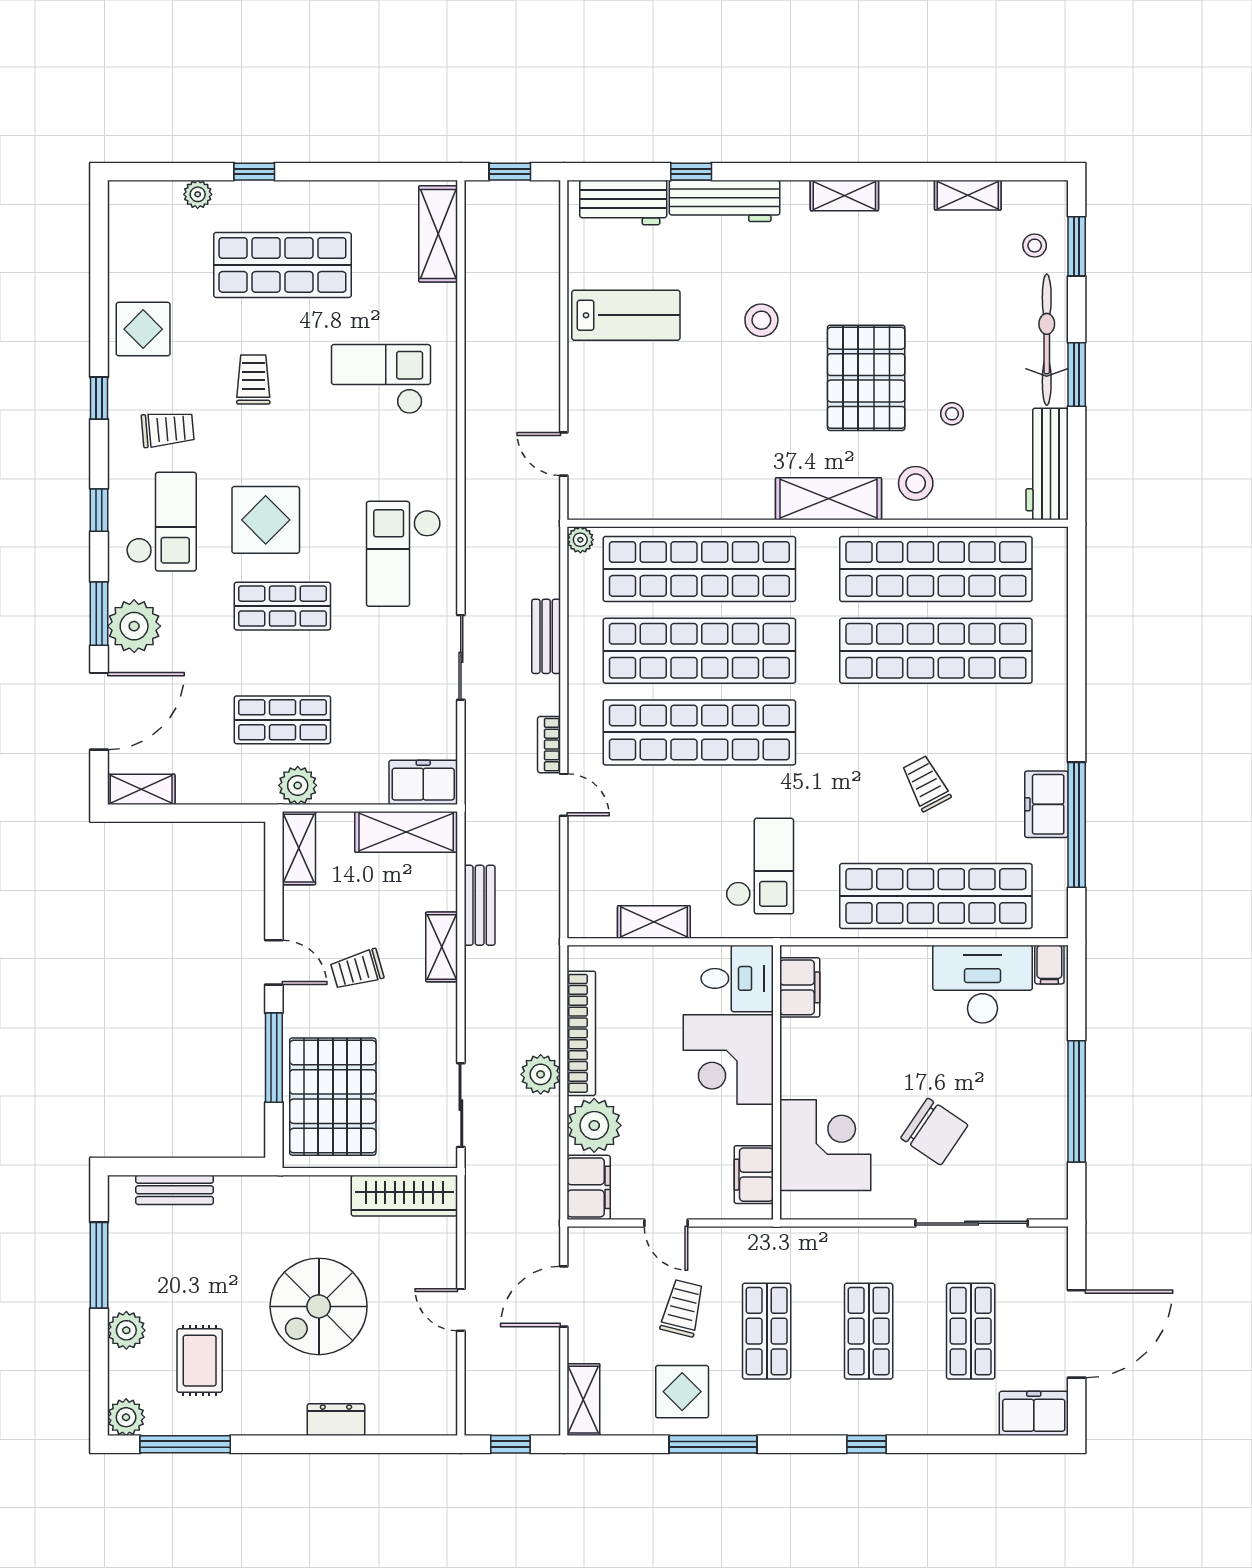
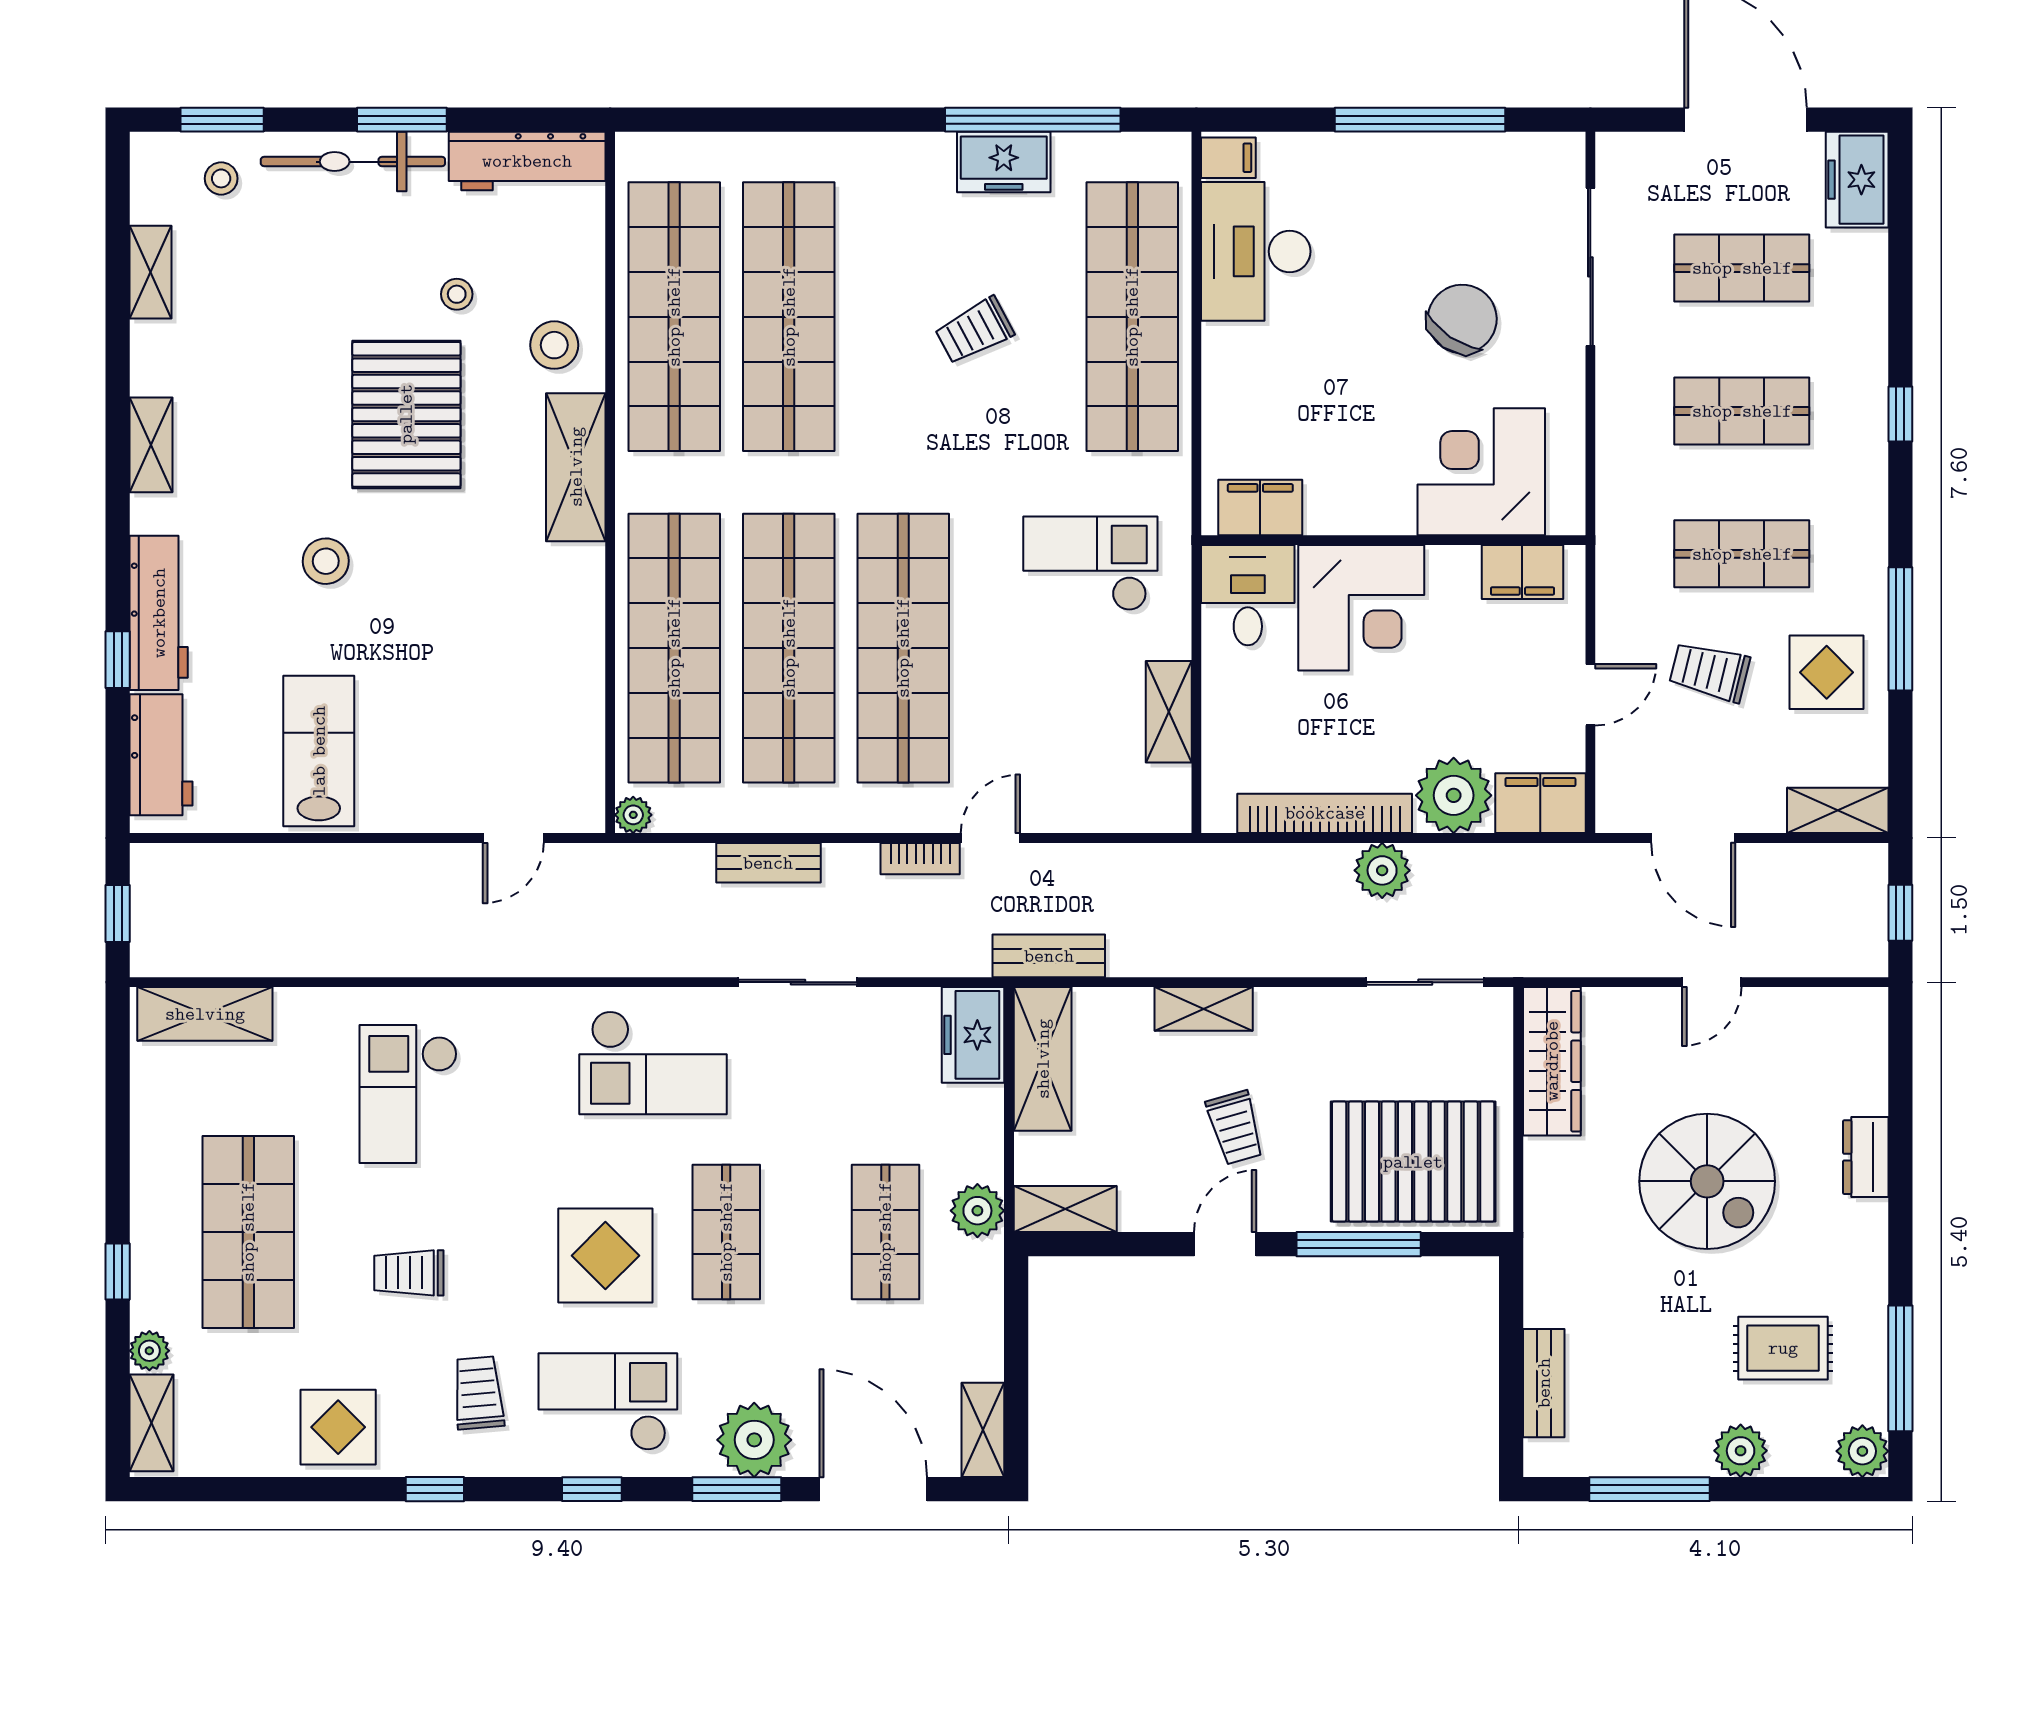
shelving: (146, 196) -> (151, 1423), added
pallet: (866, 378) -> (406, 414), turned 90
bench: (480, 905) -> (1049, 956), moved

